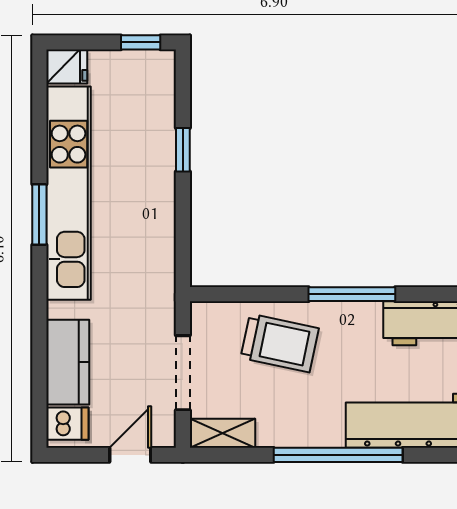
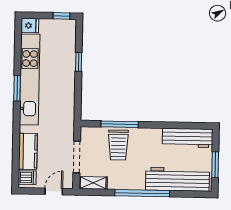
window: (352, 294) -> (120, 124), moved
trolley: (280, 343) -> (118, 145), turned 78

